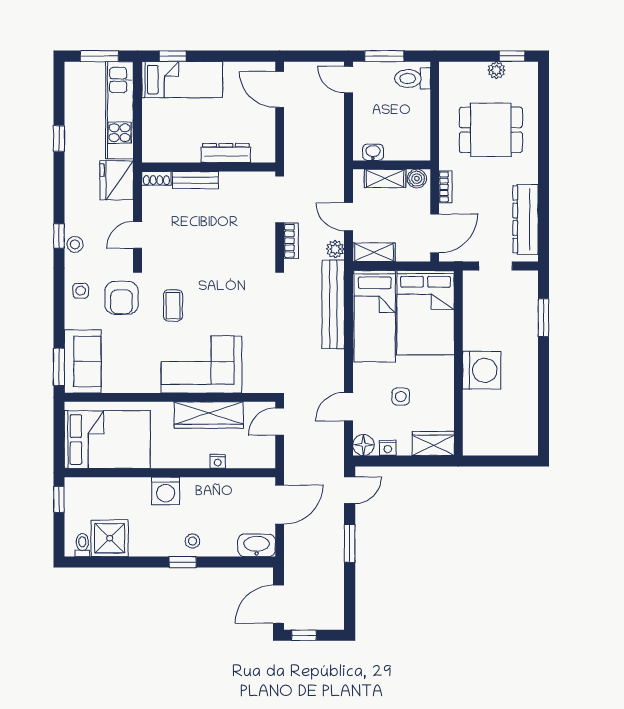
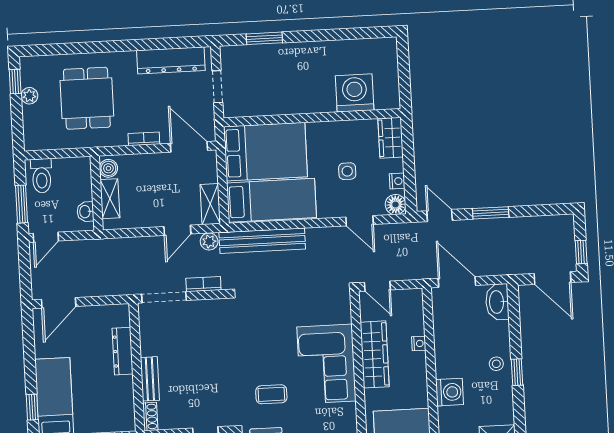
washbasin: (373, 152) -> (85, 212), moved
wall: (392, 165) -> (97, 193), moved
shelving: (385, 178) -> (110, 199), moved
boiler: (417, 179) -> (108, 168), moved
washing machine: (482, 370) -> (355, 93), moved

